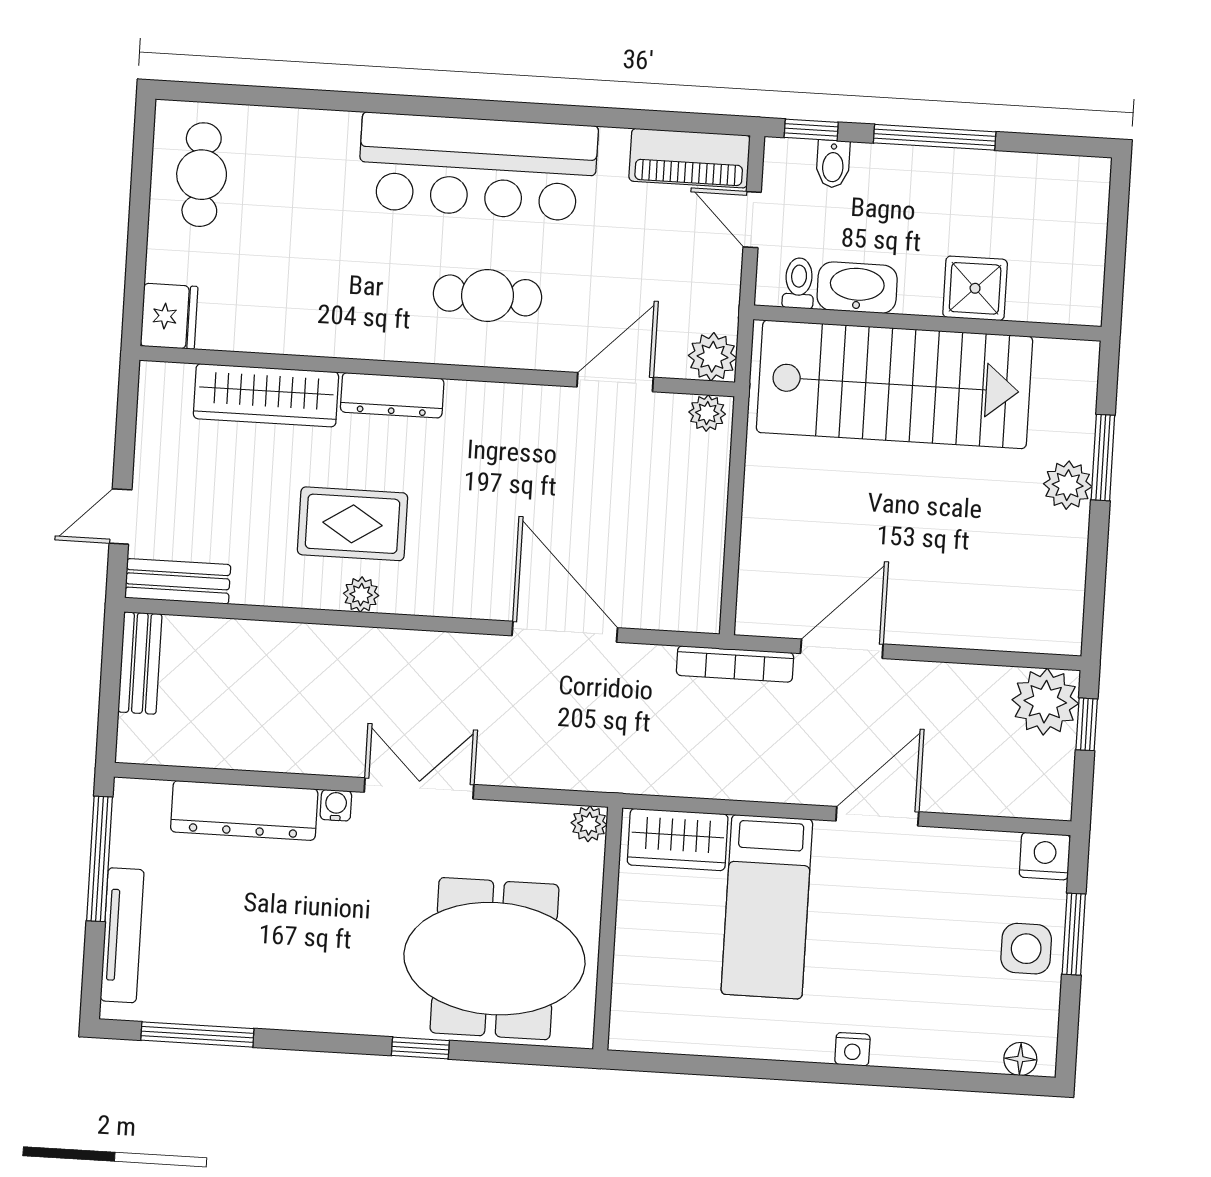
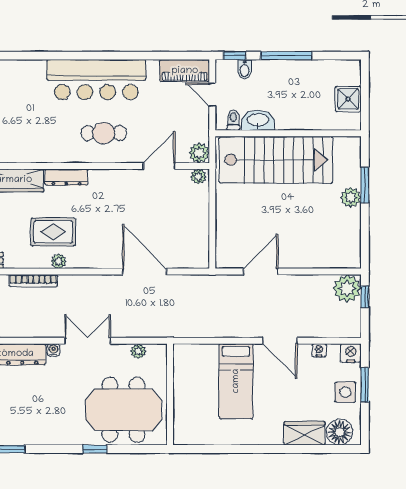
shower: (975, 288) -> (348, 99), moved
bookcase: (735, 664) -> (33, 281), moved
door: (877, 816) -> (280, 341), swing flipped
plant: (589, 824) -> (138, 351), moved
wardrobe: (678, 839) -> (304, 433), moved, turned 180
nightstand: (852, 1049) -> (319, 350), moved, turned 180
floor lamp: (1020, 1059) -> (340, 432), width x1.89, depth x1.89

